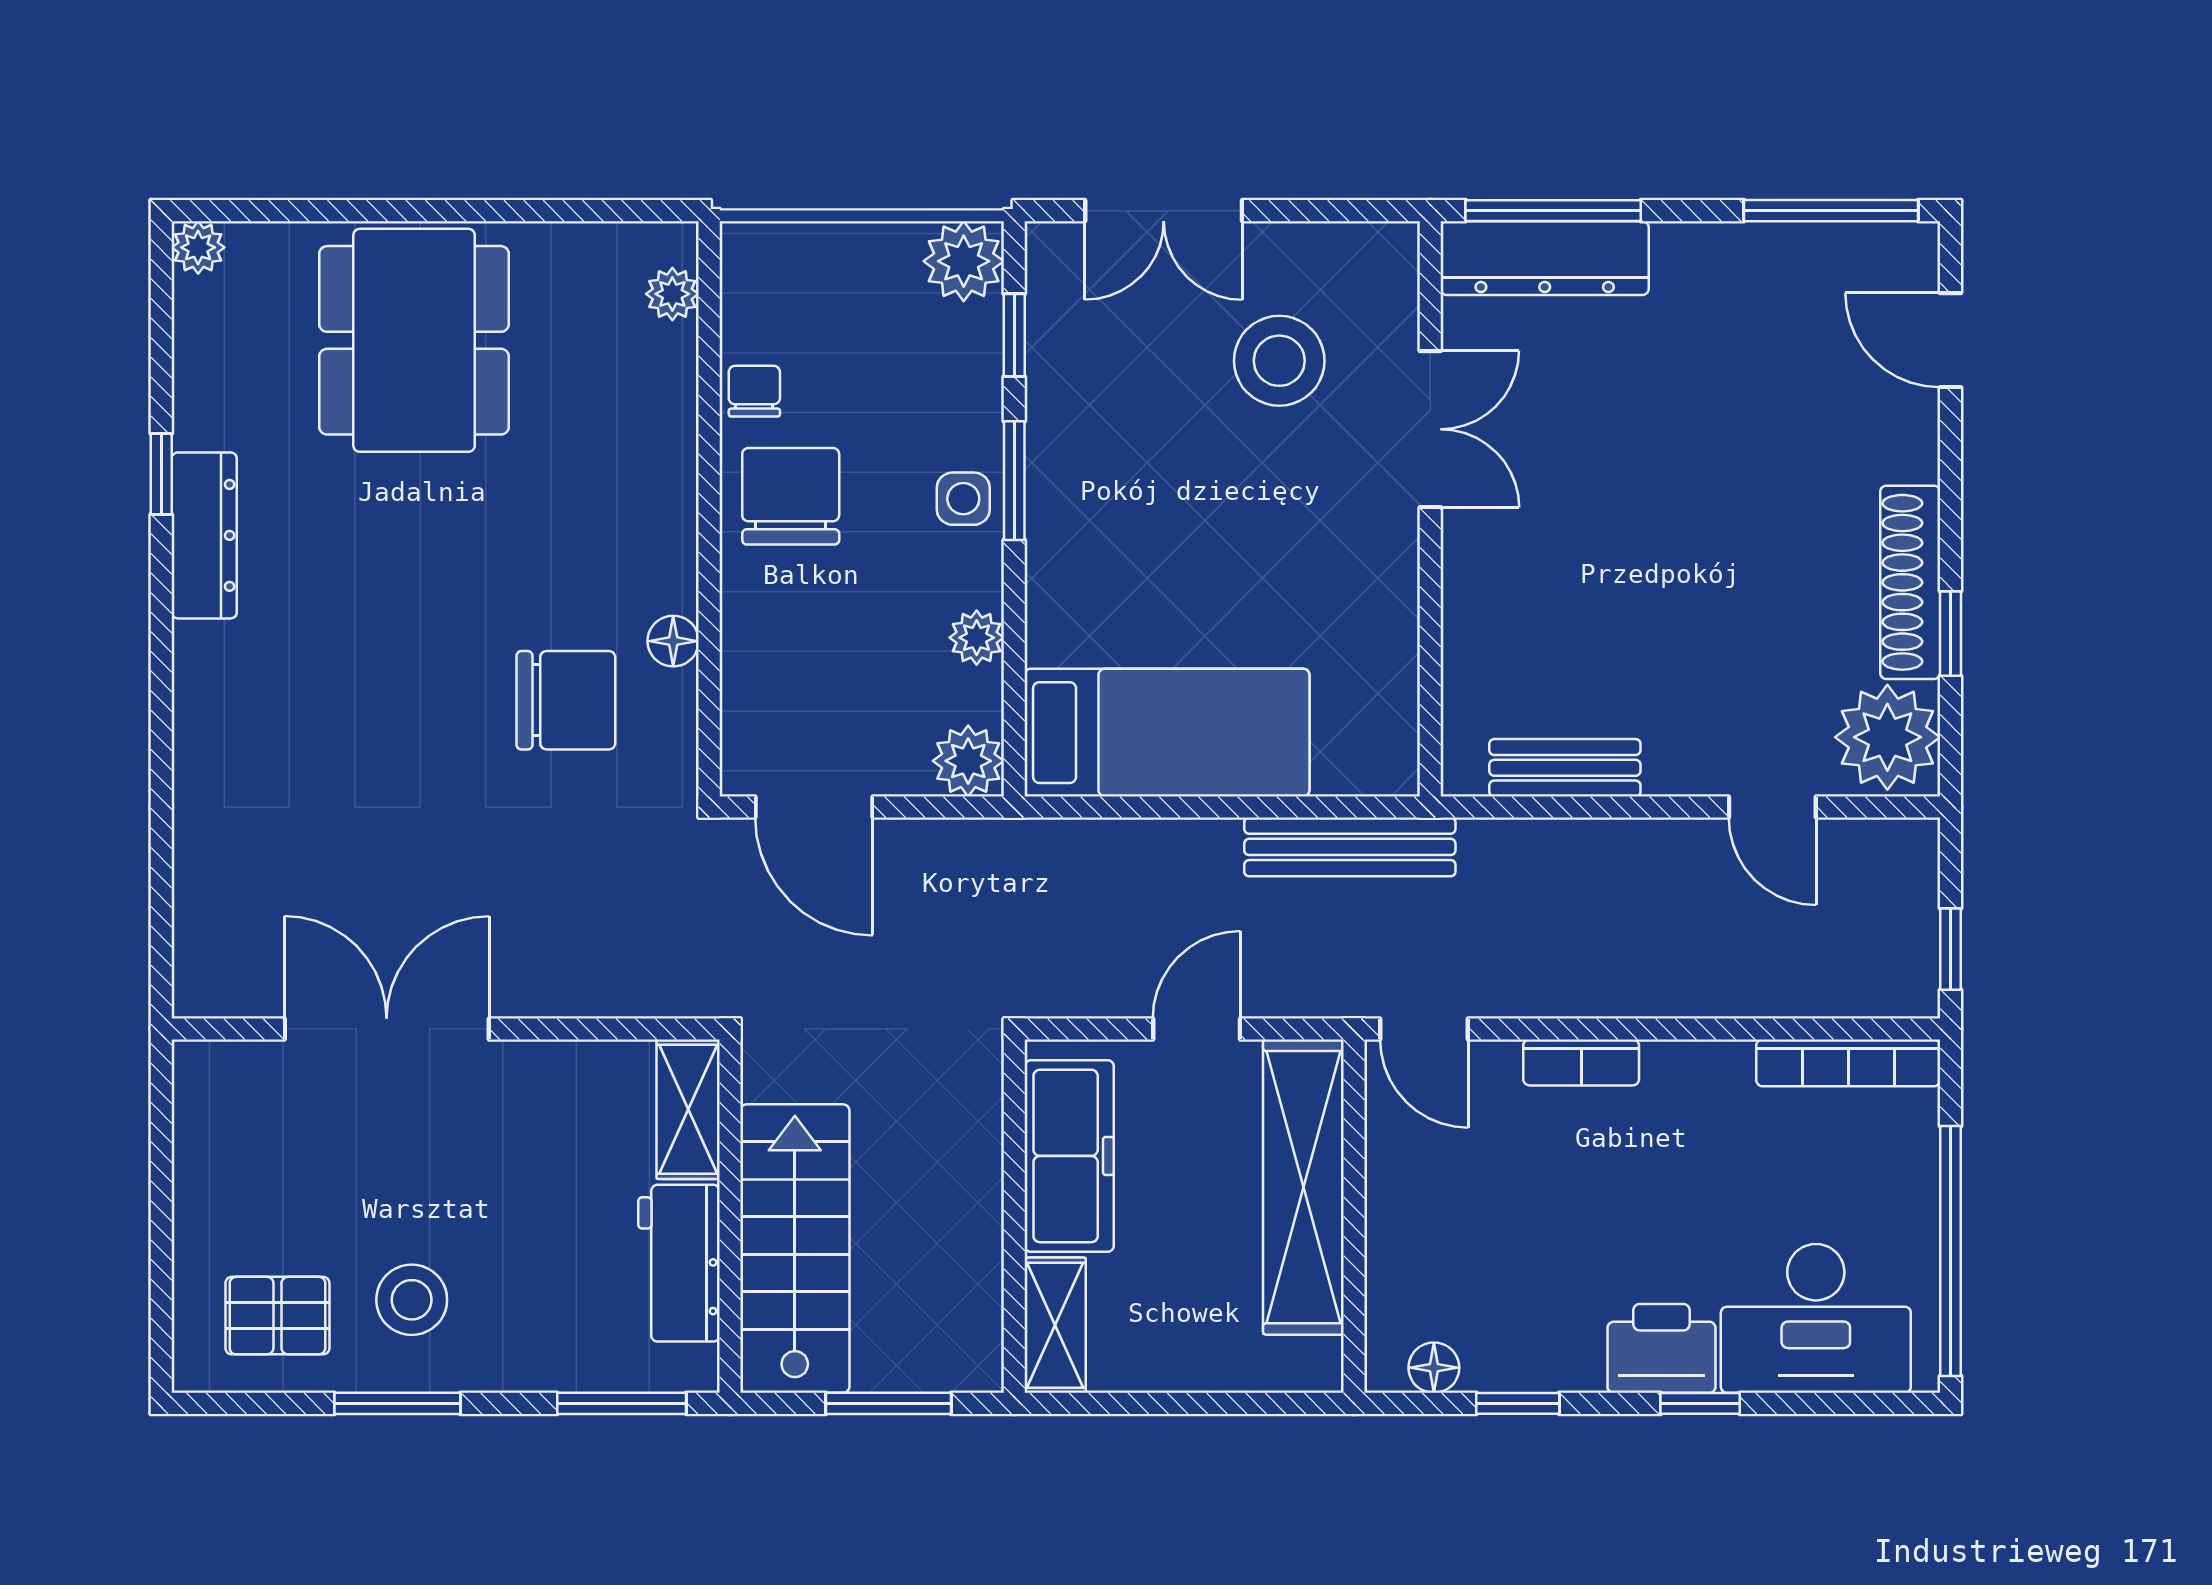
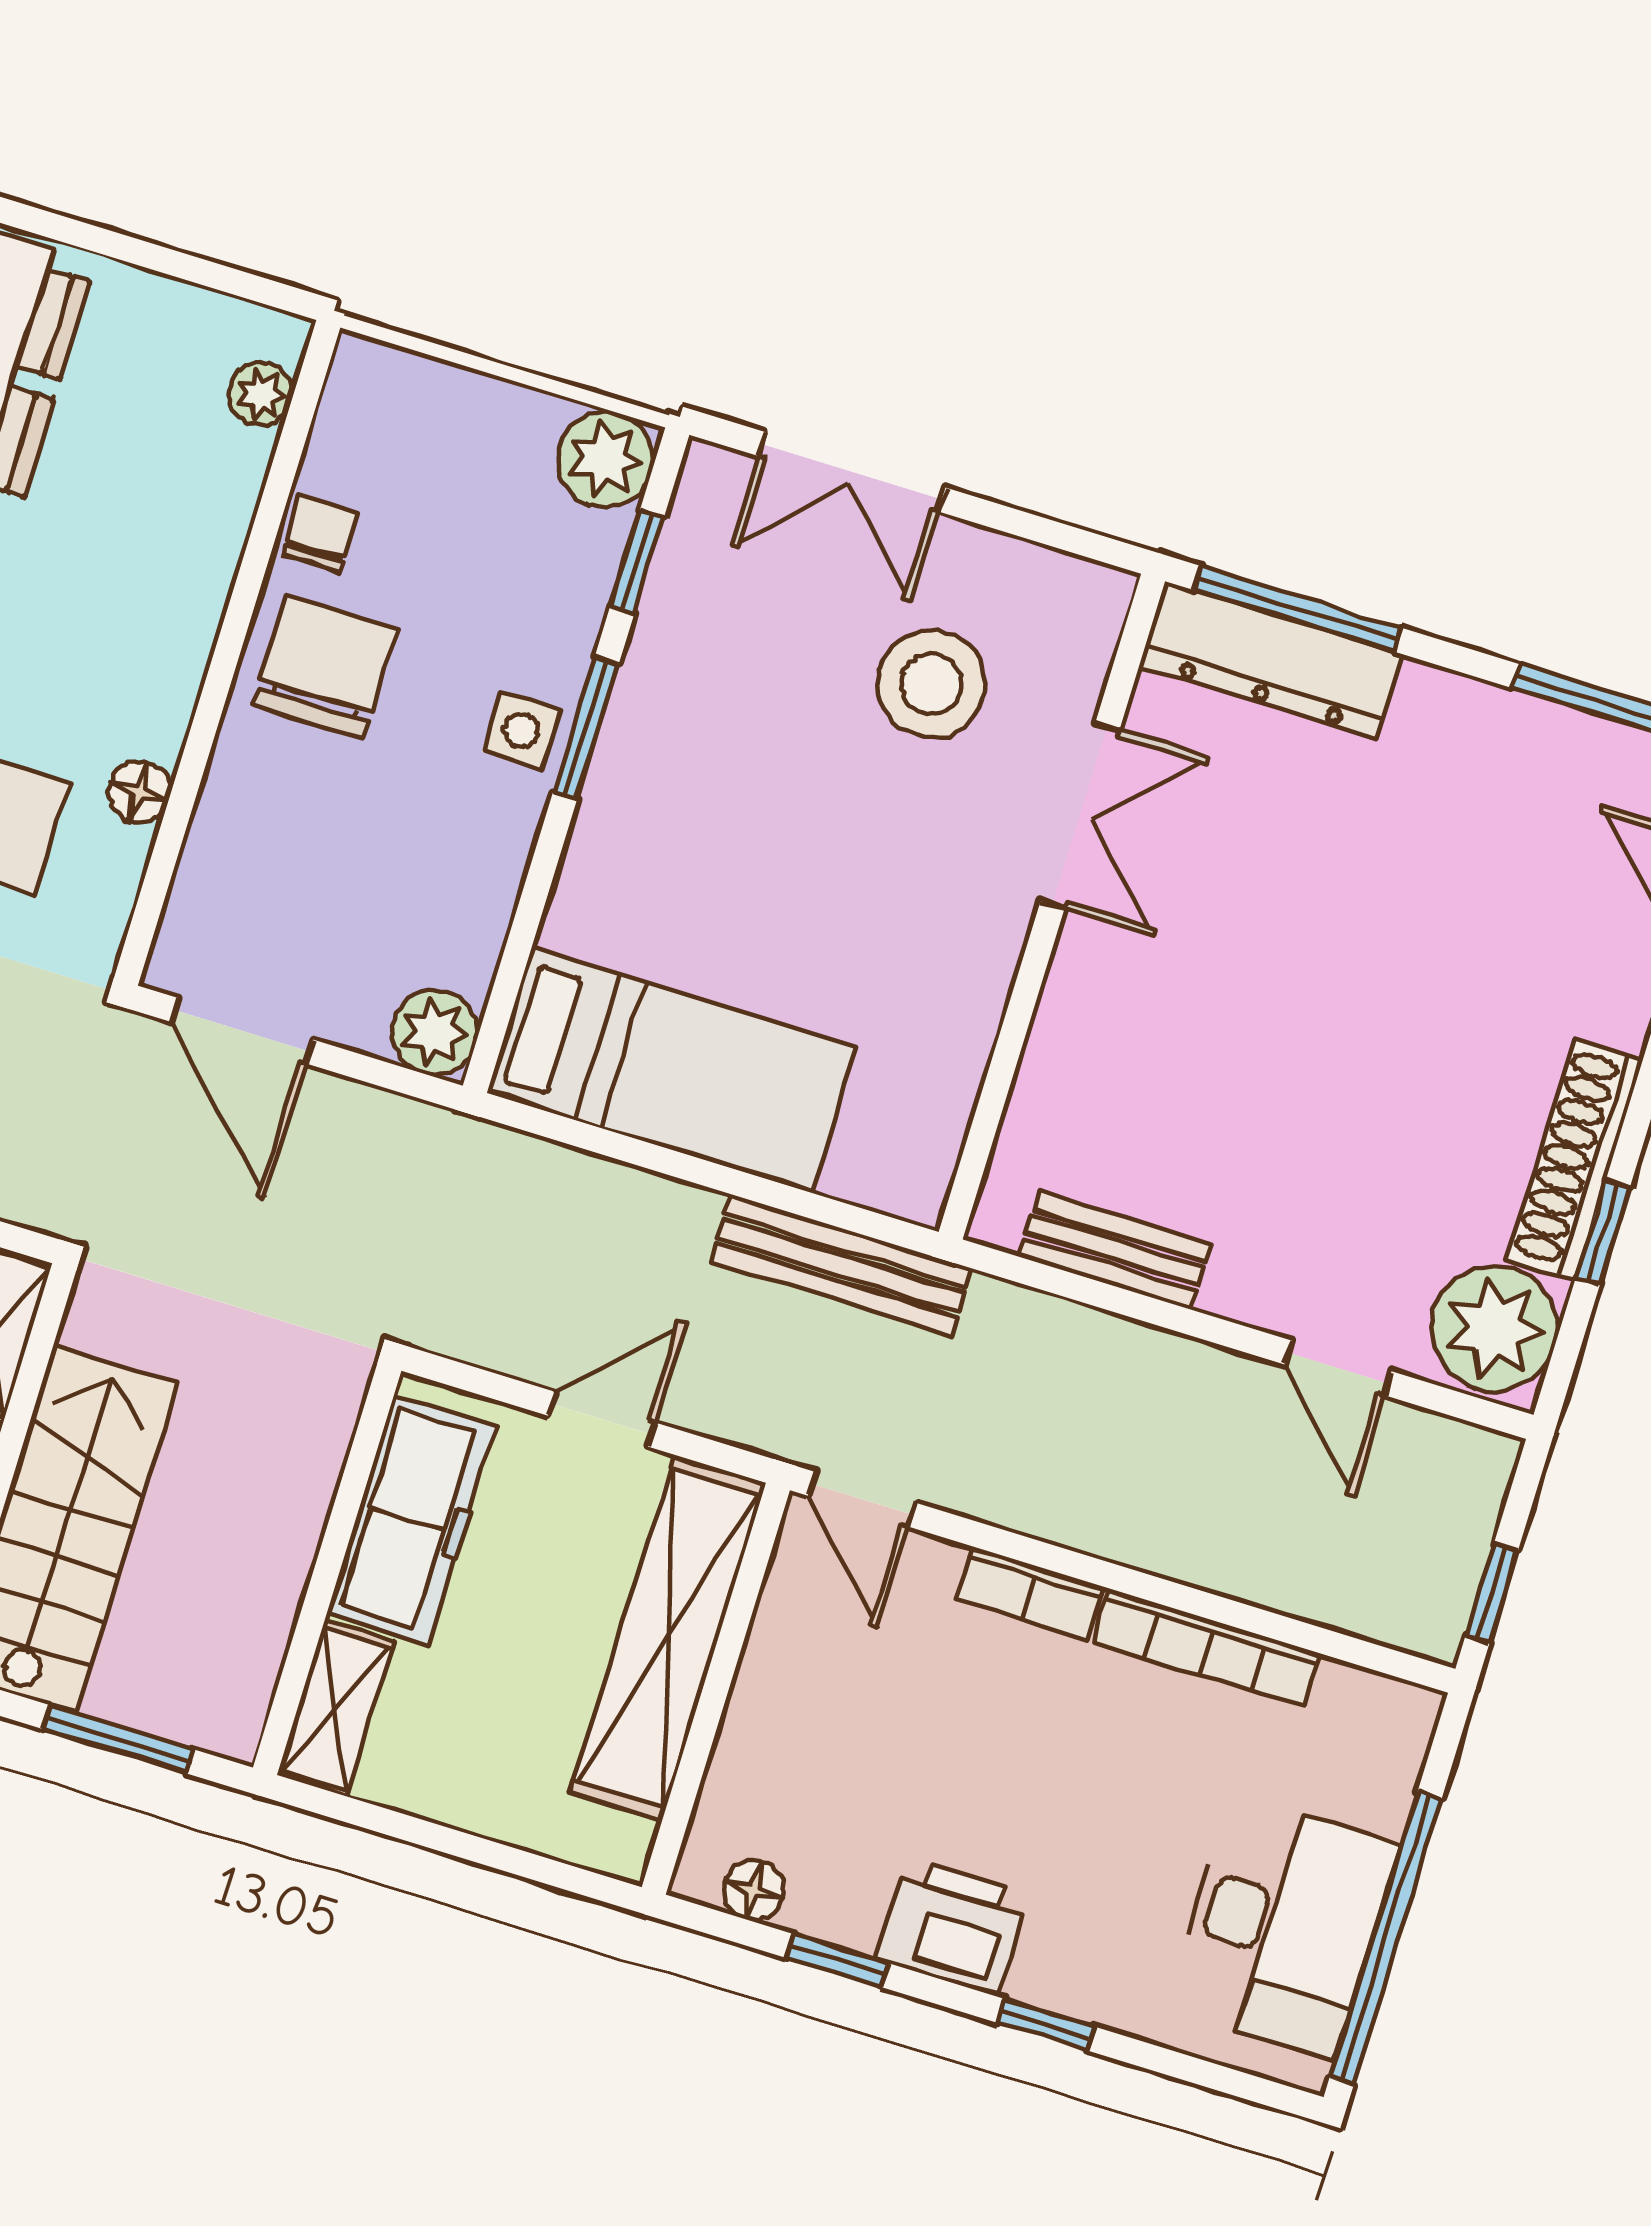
plant: (977, 638) -> (488, 894), removed
bookcase: (1848, 1063) -> (1207, 1648), moved
desk: (1816, 1318) -> (1283, 1926), moved, turned -90
printer: (1661, 1348) -> (952, 1927), moved

